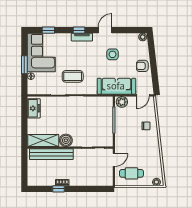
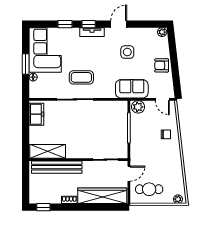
window: (48, 30) -> (65, 24), moved
sofa: (116, 86) -> (132, 89), width x0.73
door: (143, 95) -> (162, 99), hinge flipped
boiler: (66, 140) -> (74, 151), removed
wardrobe: (91, 179) -> (102, 196), added
window: (58, 189) -> (43, 207), moved

